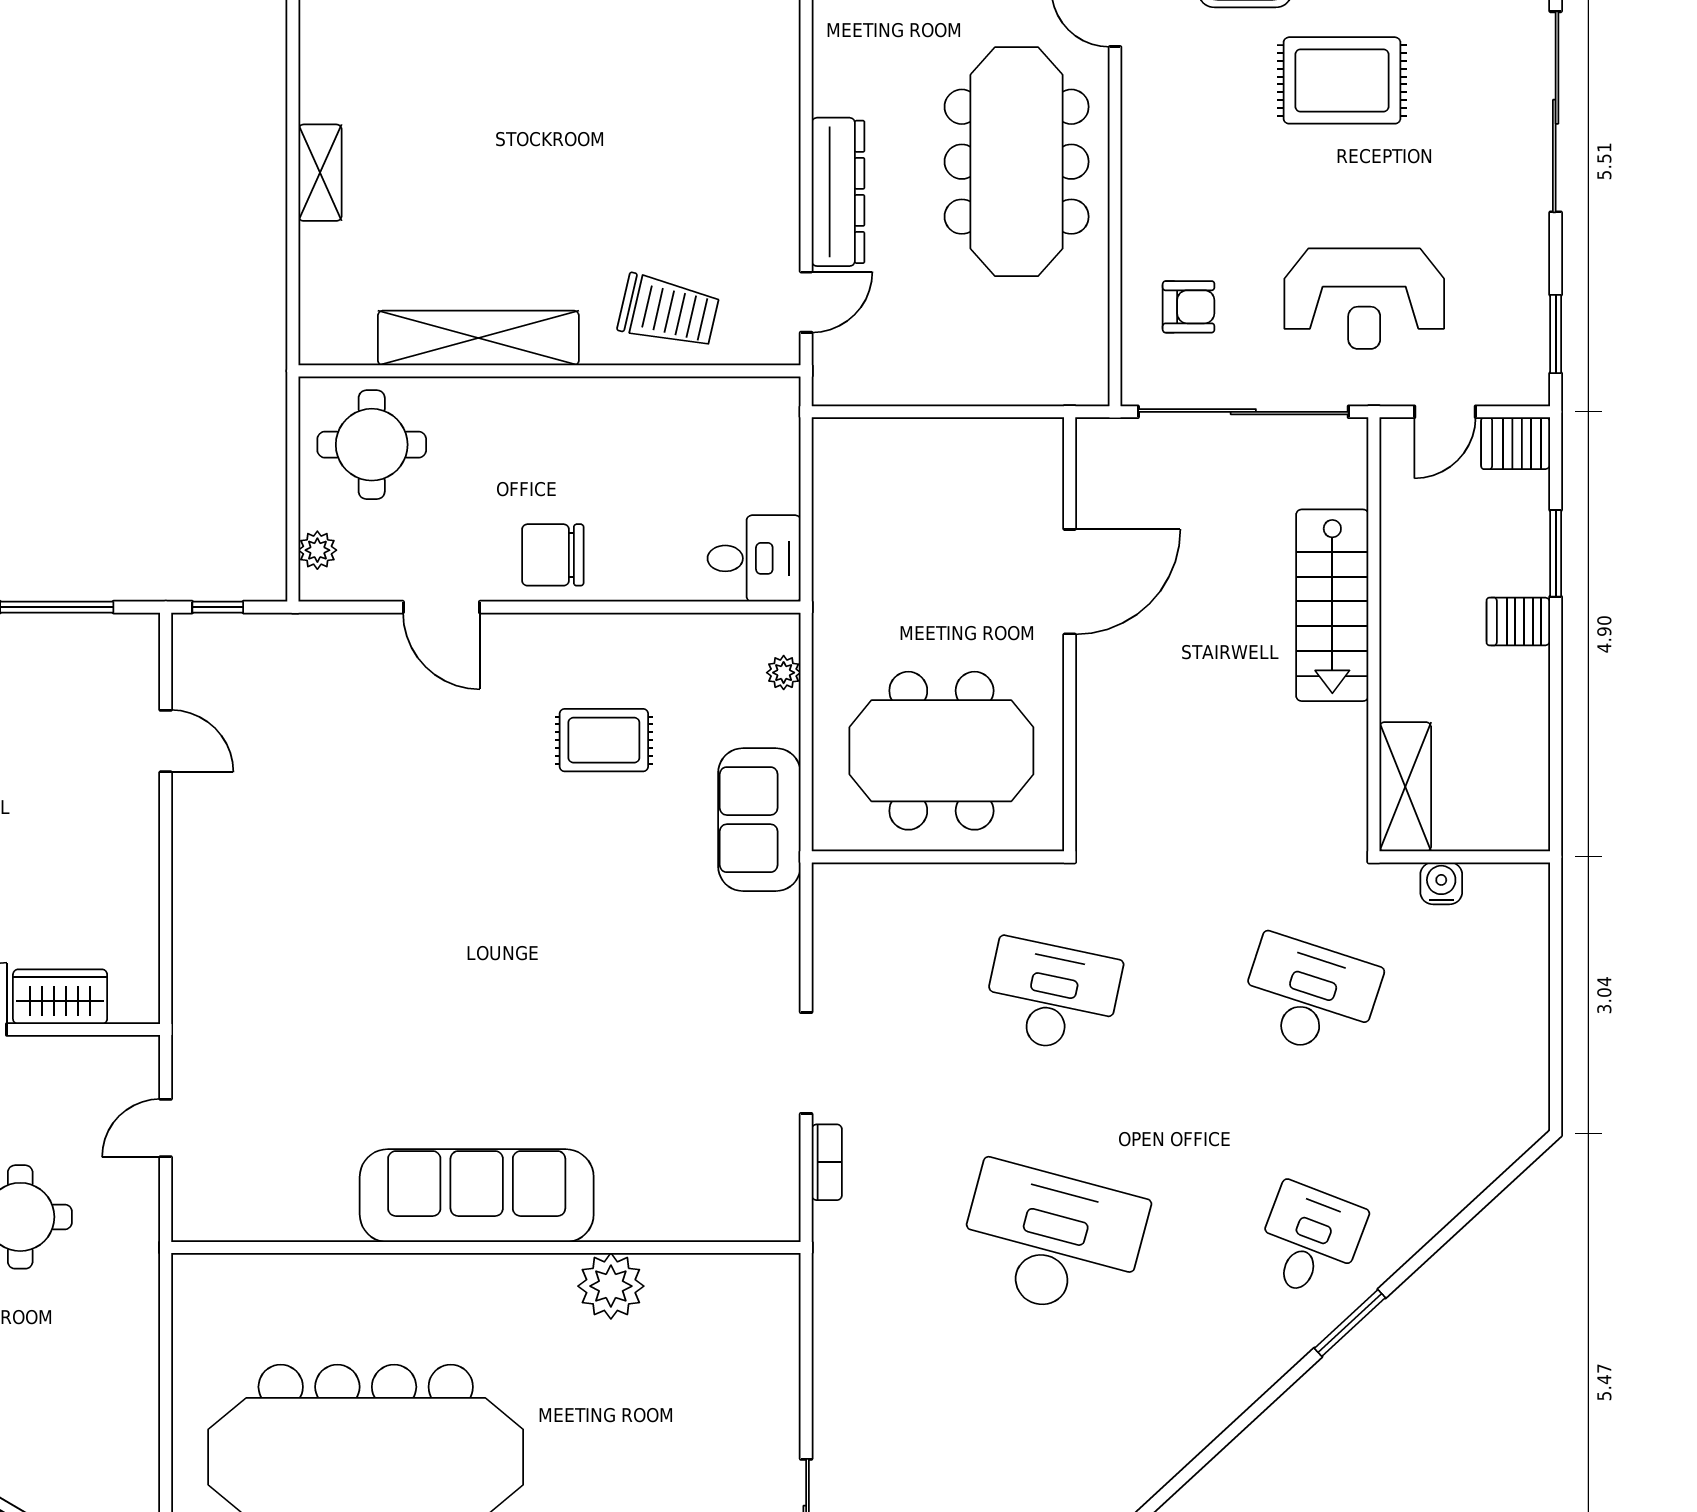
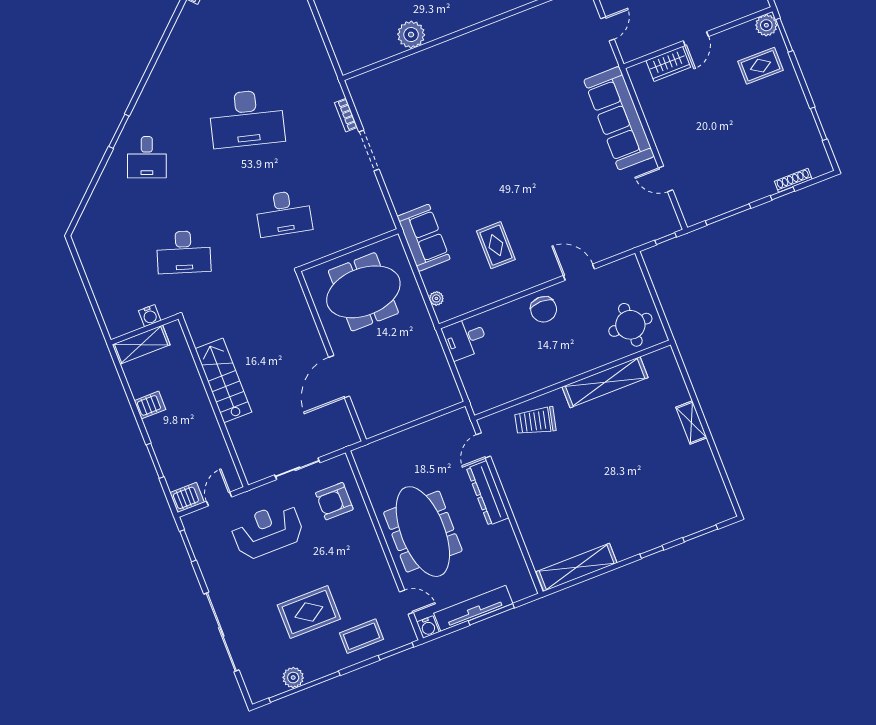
armchair: (1189, 307) -> (334, 501), width x1.38, depth x1.38
sliding door: (1243, 412) -> (297, 469), width x0.54
plant: (317, 550) -> (636, 276), removed
chair: (553, 555) -> (544, 309), turned 90
stairs: (1332, 605) -> (223, 380), moved
server rack: (1518, 622) -> (150, 405), moved
rug: (604, 740) -> (496, 245), turned 90
shelving: (1405, 787) -> (141, 345), moved, turned 90
sofa: (477, 1196) -> (619, 118), moved, turned 90

